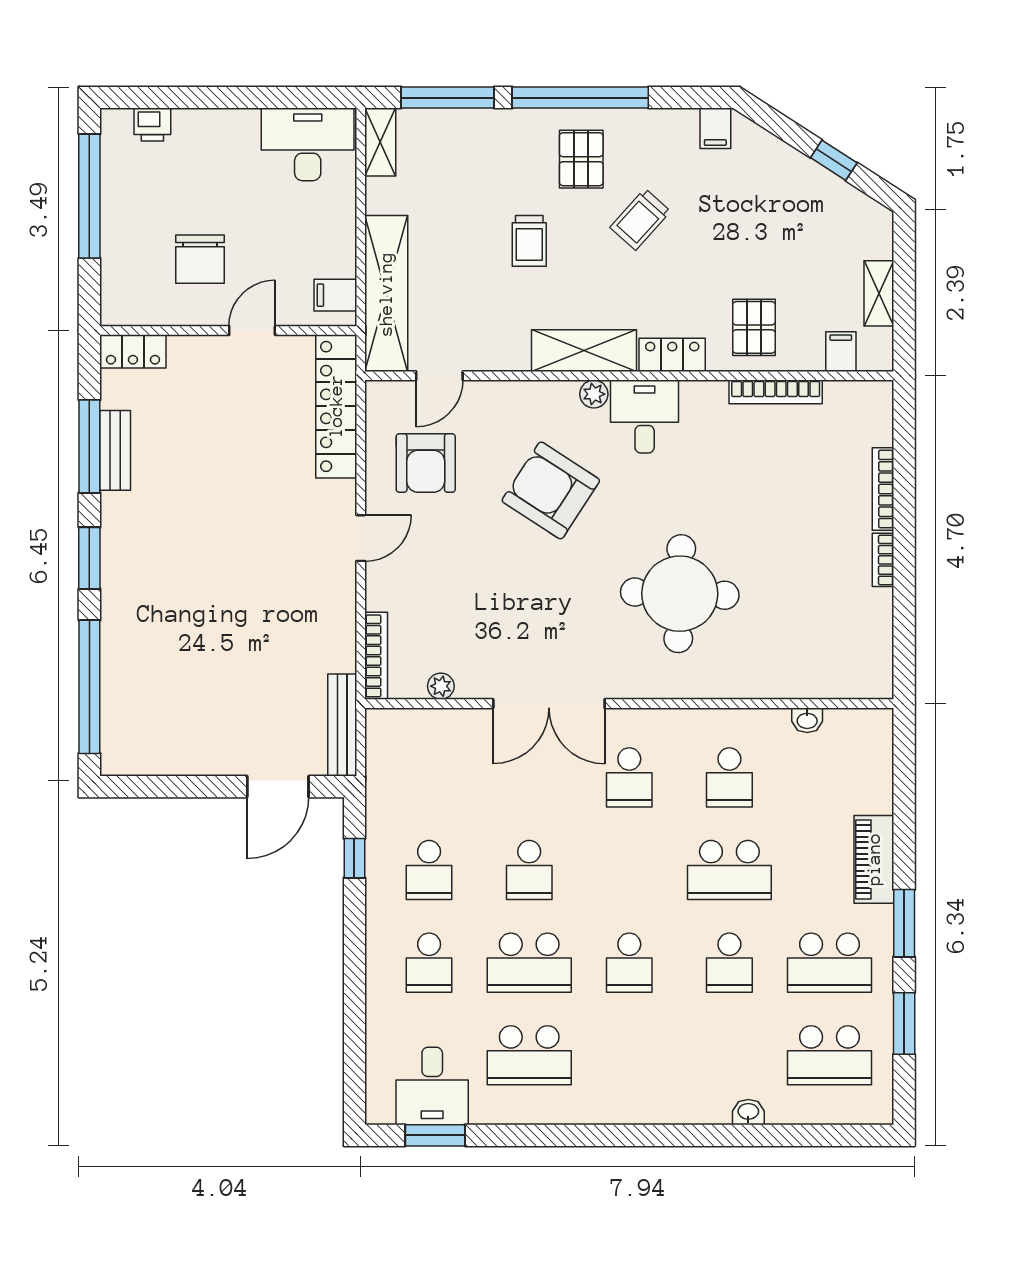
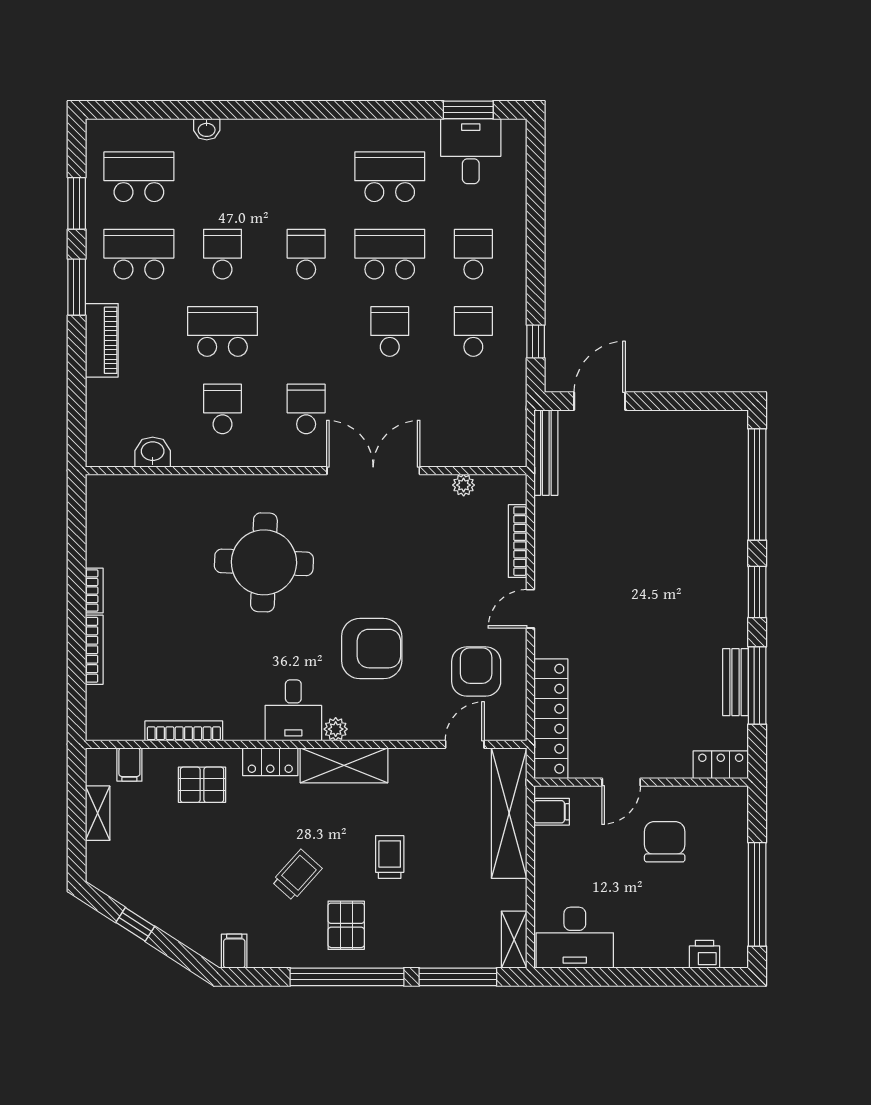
pallet: (754, 327) -> (202, 785), turned 90
armchair: (551, 490) -> (372, 649), turned -33
bookcase: (376, 656) -> (518, 541), moved
washbasin: (807, 720) -> (153, 452), width x1.38, depth x1.45

